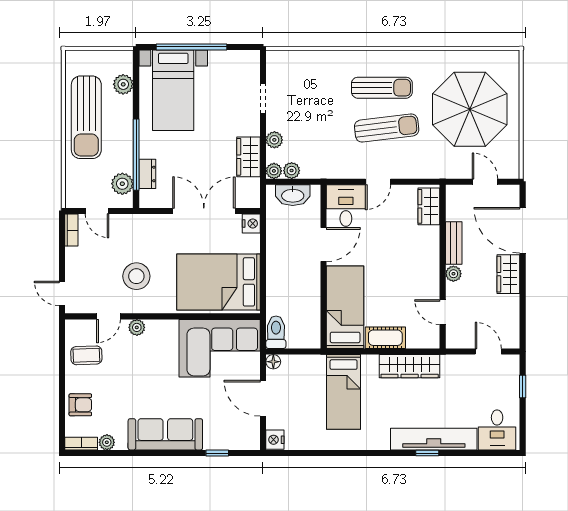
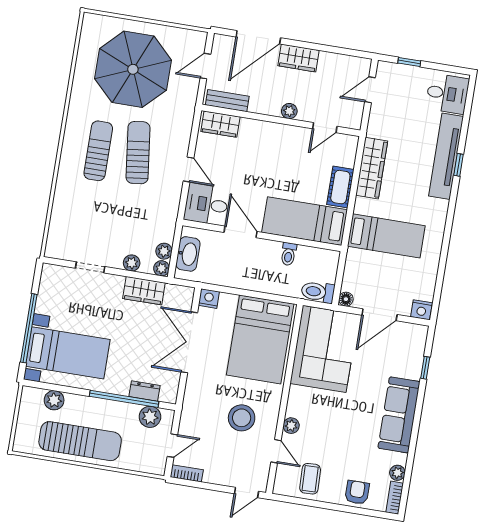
bench: (454, 243) -> (227, 101), moved
toilet: (309, 296) -> (289, 254), added

